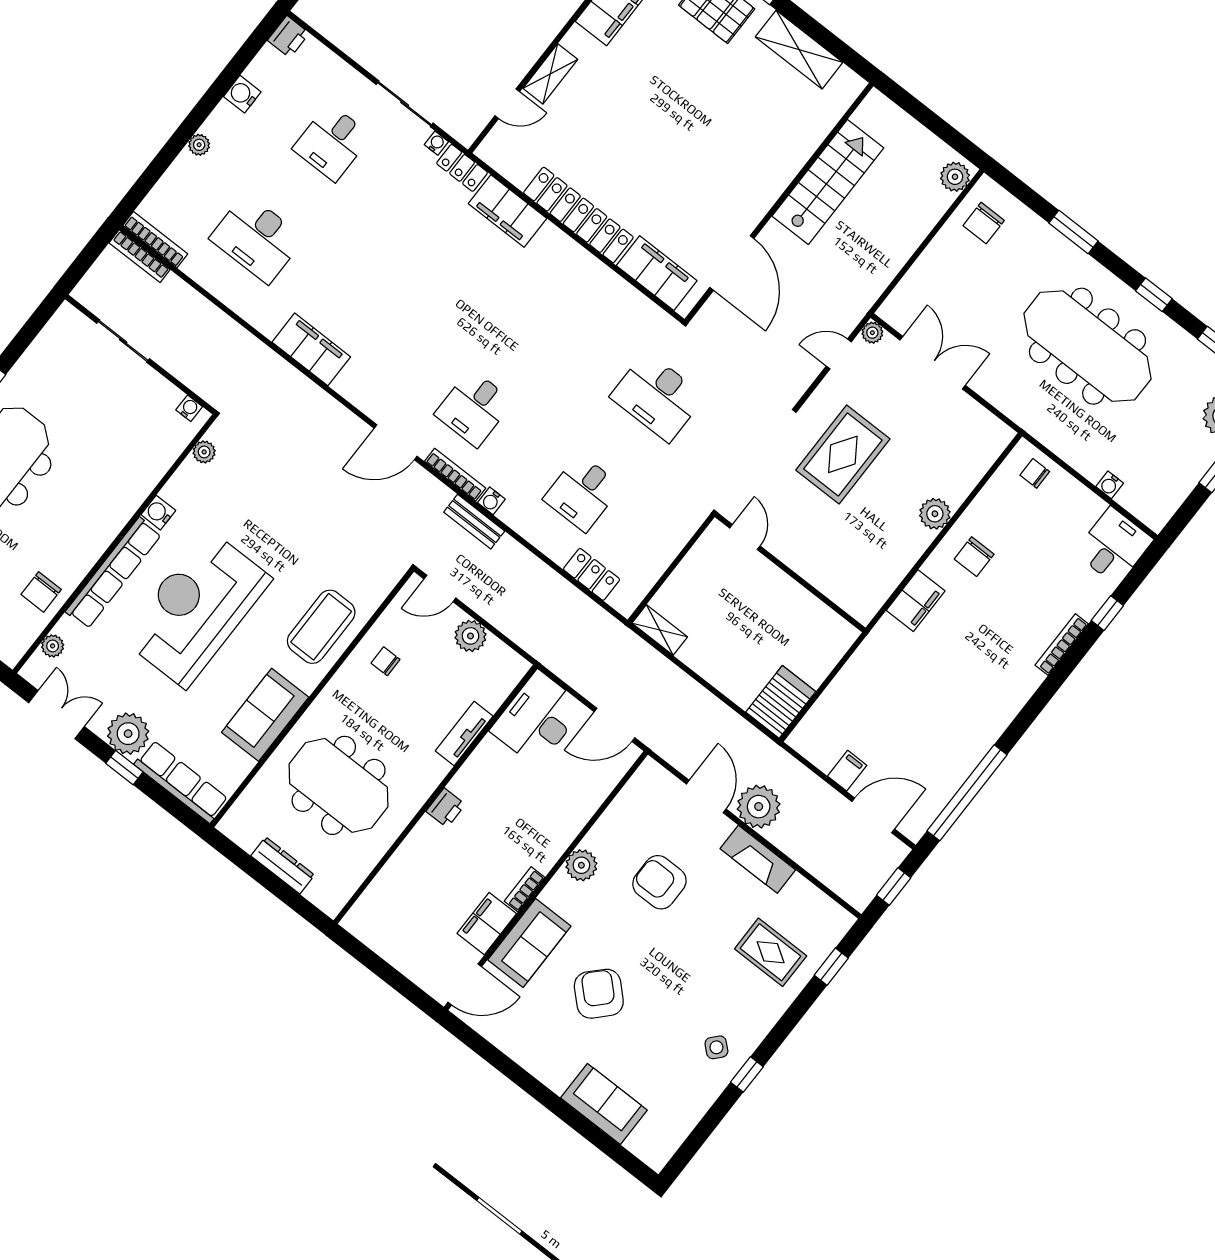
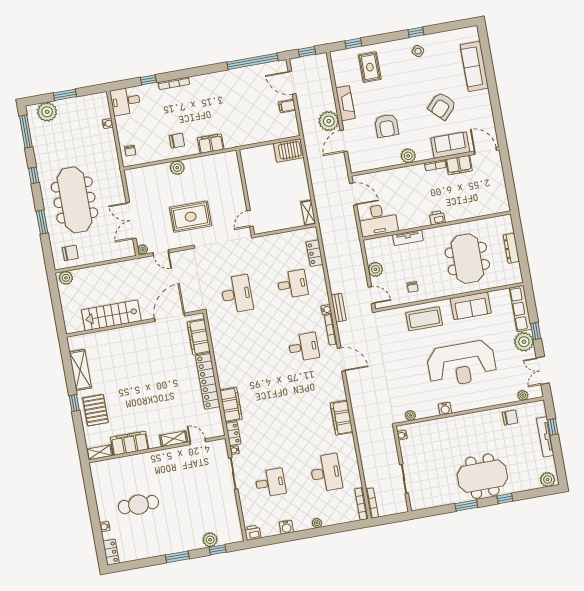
meeting table: (1087, 346) -> (75, 200), moved
row of seats: (114, 573) -> (479, 402), removed
sofa: (604, 1104) -> (474, 66), width x1.36

